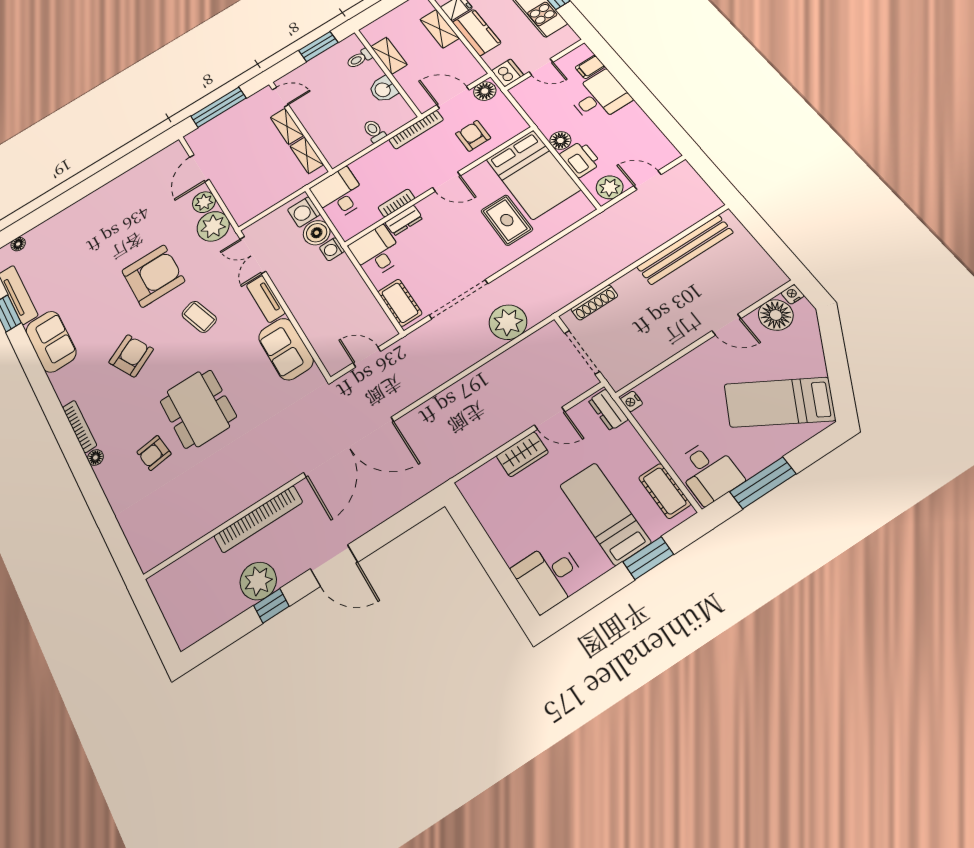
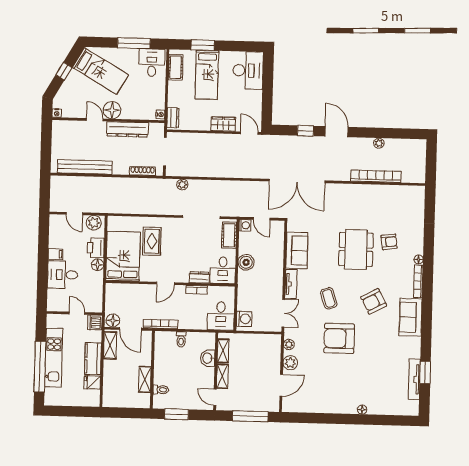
shelving: (440, 29) -> (110, 345), moved
filing cabinet: (590, 67) -> (55, 254), moved
washbasin: (383, 89) -> (208, 358), moved, turned 180
armchair: (473, 136) -> (136, 299), removed
door: (446, 182) -> (165, 283), swing flipped
plant: (213, 226) -> (289, 345), width x0.53, depth x0.53
boiler: (317, 233) -> (246, 262), moved
floor lamp: (18, 244) -> (362, 410), moved
washing machine: (332, 249) -> (245, 225), moved
floor lamp: (776, 315) -> (112, 110), moved
plant: (508, 322) -> (182, 185), width x0.53, depth x0.53
sofa: (51, 342) -> (411, 317), moved
dresser: (665, 345) -> (127, 129), added
window: (836, 362) -> (64, 71), added
door: (550, 418) -> (249, 133), moved
double door: (349, 447) -> (297, 181), swing flipped
bookcase: (258, 519) -> (376, 176), moved
desk: (549, 576) -> (248, 70), width x1.37
plant: (258, 581) -> (379, 143), width x0.53, depth x0.53
window: (271, 606) -> (306, 131), moved

